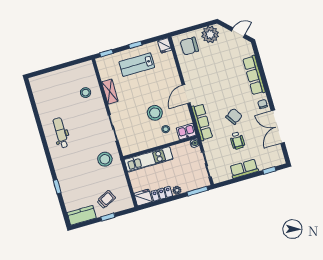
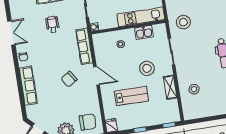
lab bench: (137, 65) -> (131, 96), moved
door: (186, 94) -> (96, 76), hinge flipped
stool: (155, 113) -> (147, 68), moved
chair: (234, 116) -> (69, 79), moved
double door: (278, 127) -> (11, 33), width x0.73
kitchen sink: (186, 132) -> (144, 32), moved

